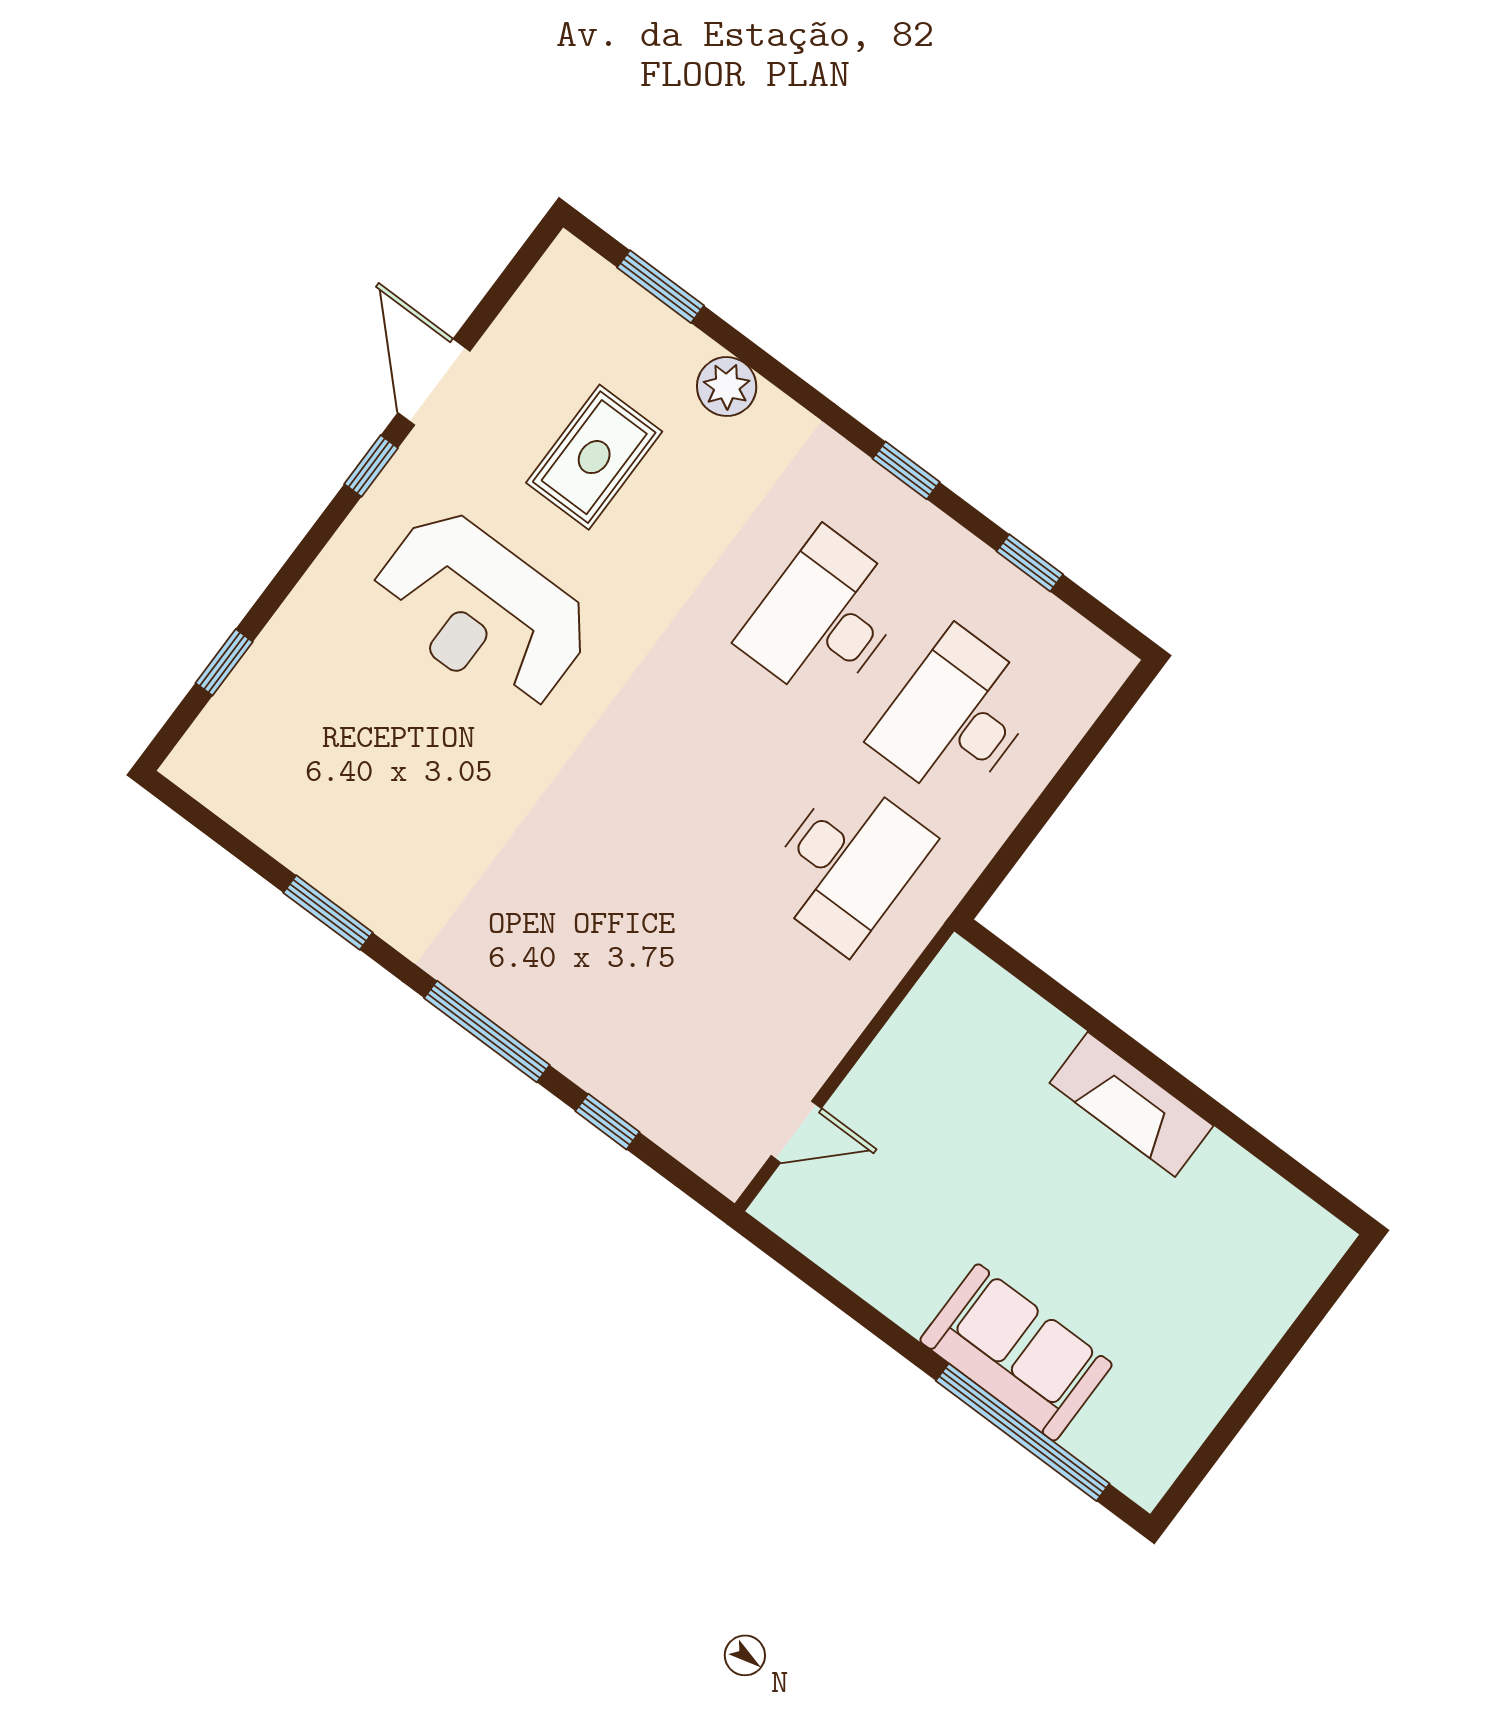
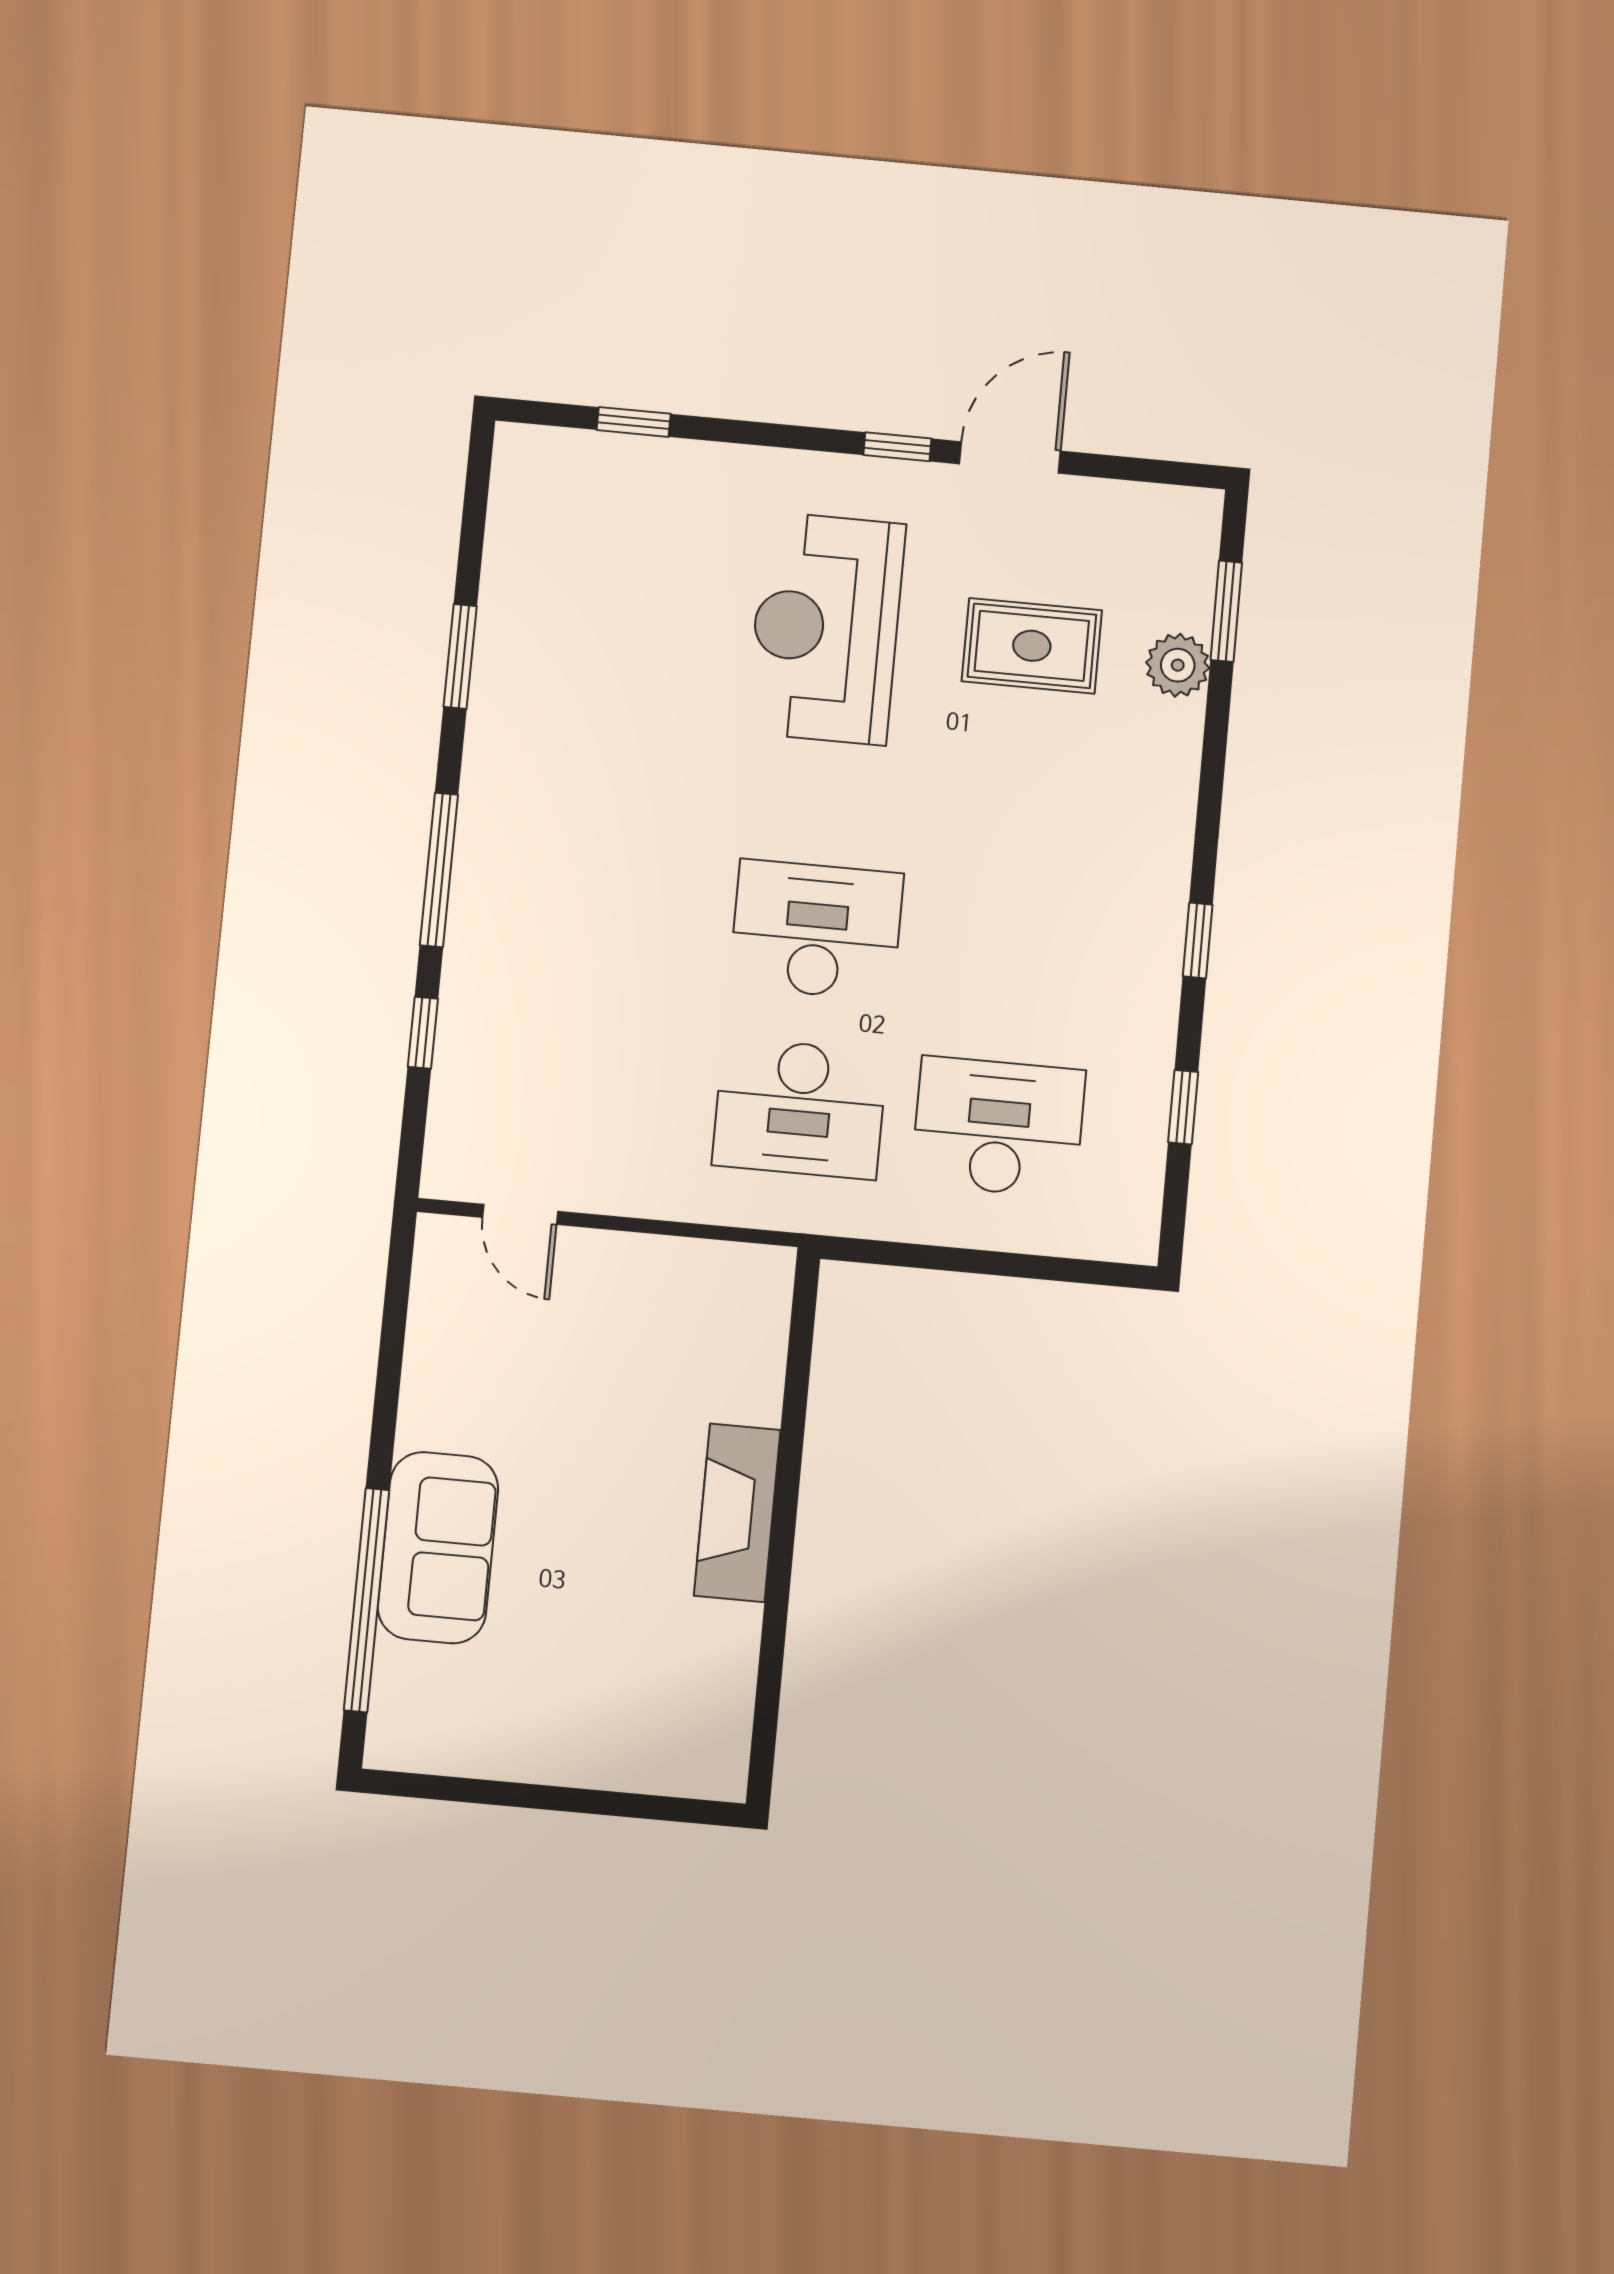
plant: (727, 387) -> (1178, 665), moved
desk: (824, 618) -> (816, 930), moved

